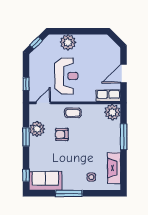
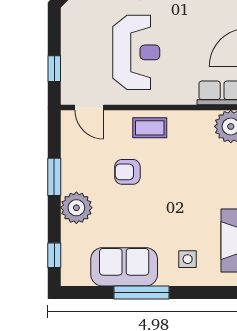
door: (43, 103) -> (89, 107), swing flipped
plant: (37, 129) -> (76, 208), moved
sofa: (45, 181) -> (124, 267), moved

